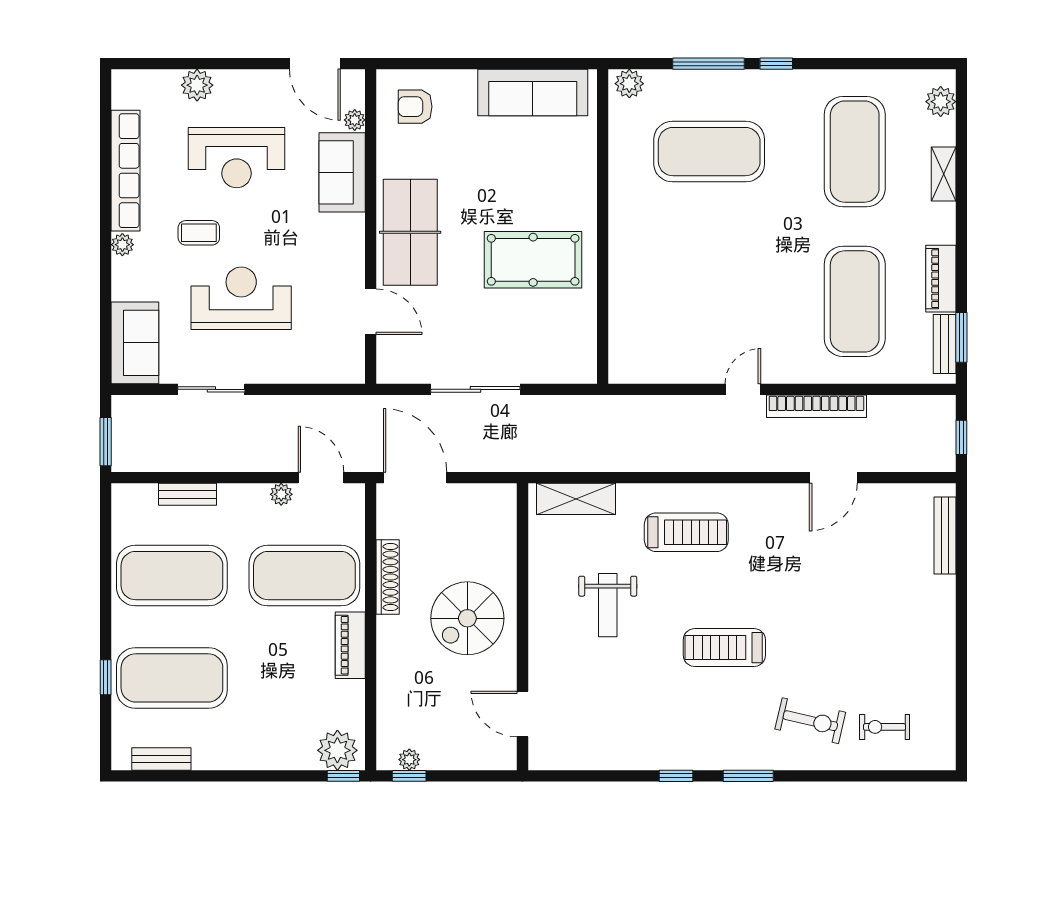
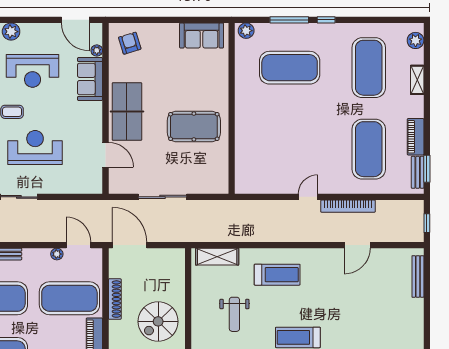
sofa: (533, 92) -> (202, 35), width x0.73
armchair: (415, 107) -> (130, 43), turned 73

